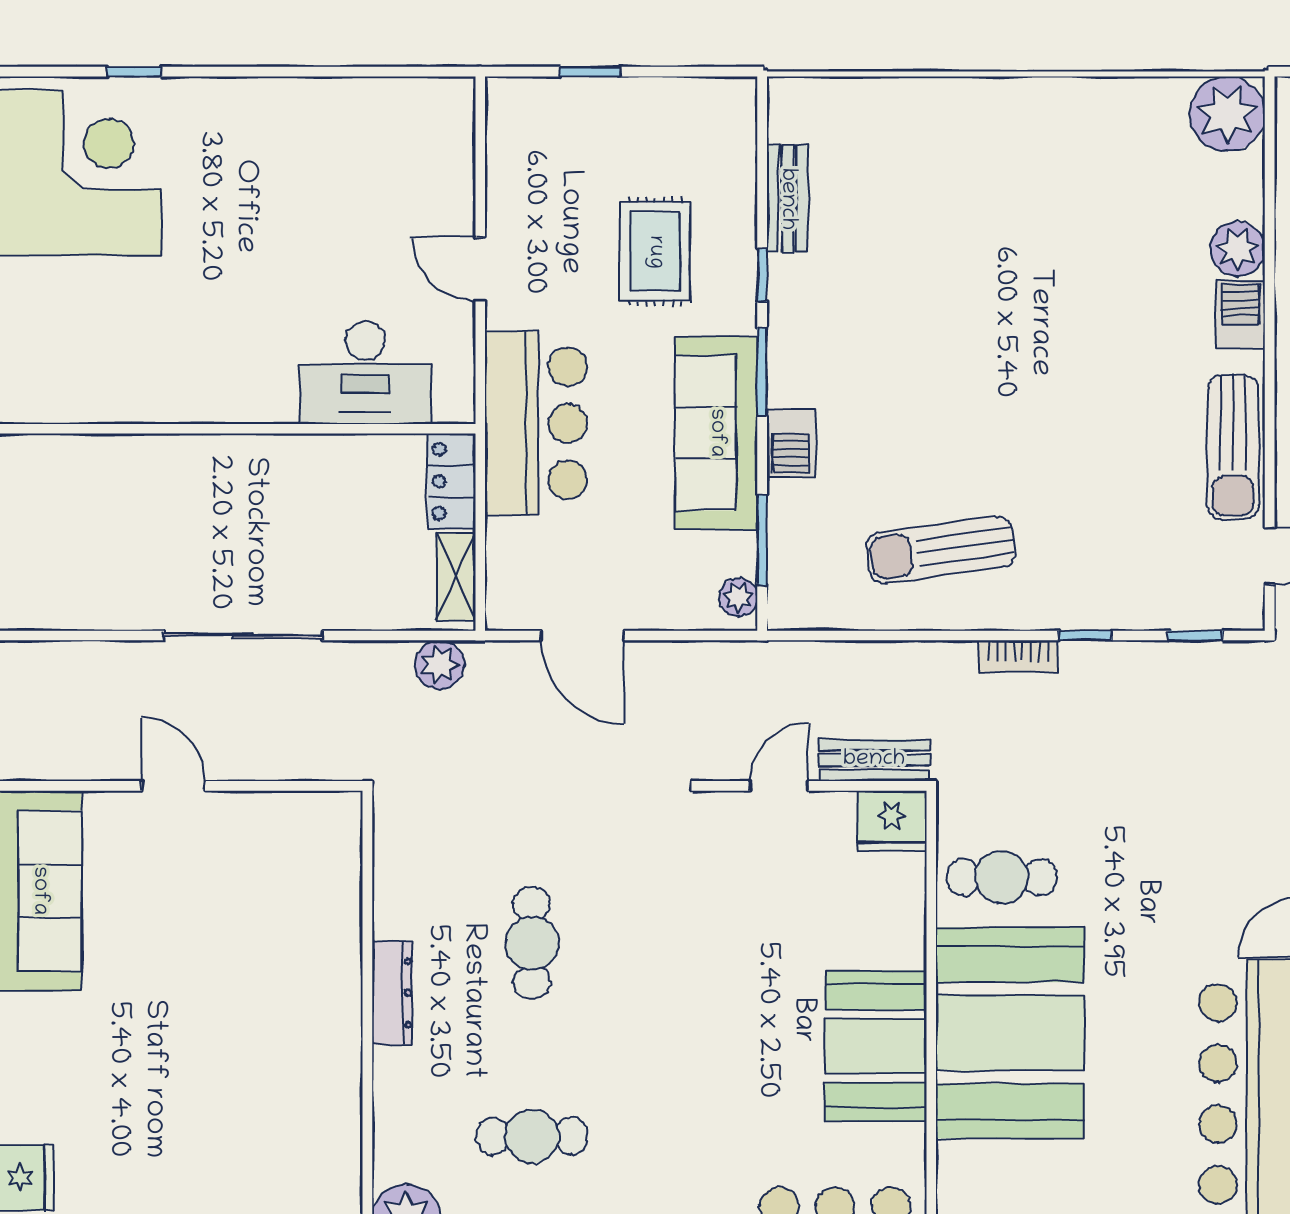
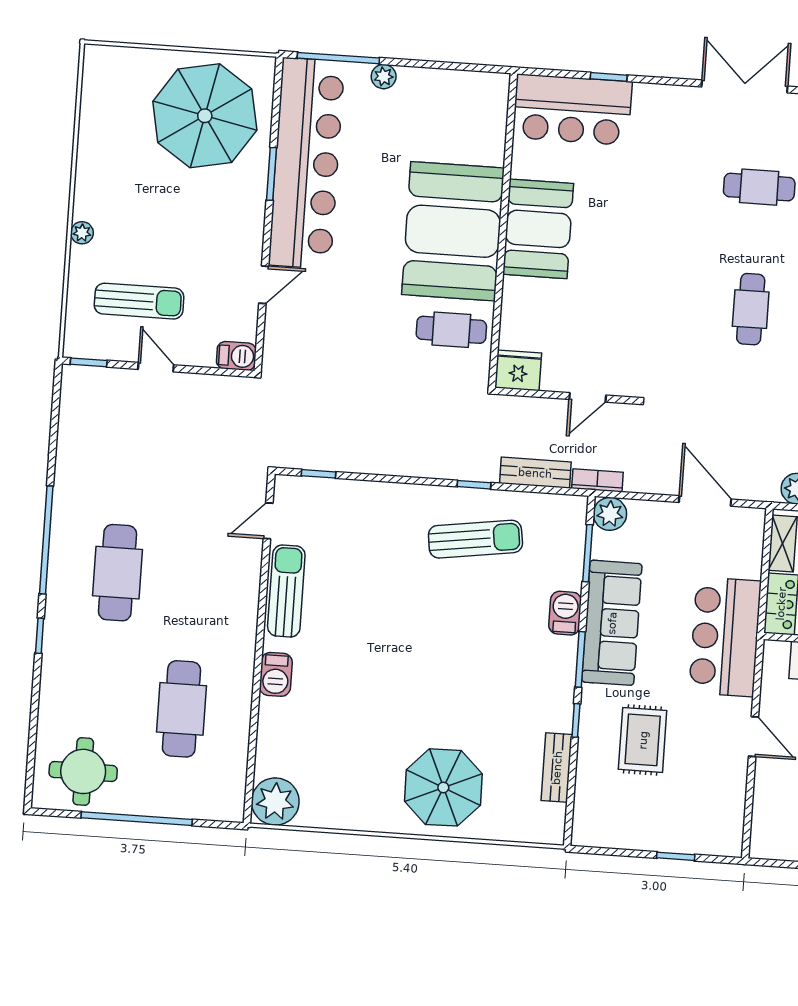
parasol: (964, 155) -> (443, 787), added
plant: (1237, 249) -> (275, 716), removed
plant: (738, 597) -> (610, 514), width x1.38, depth x1.38
window: (1085, 636) -> (474, 485), moved
bookcase: (1018, 656) -> (597, 480), moved
bench: (874, 760) -> (535, 473), moved

